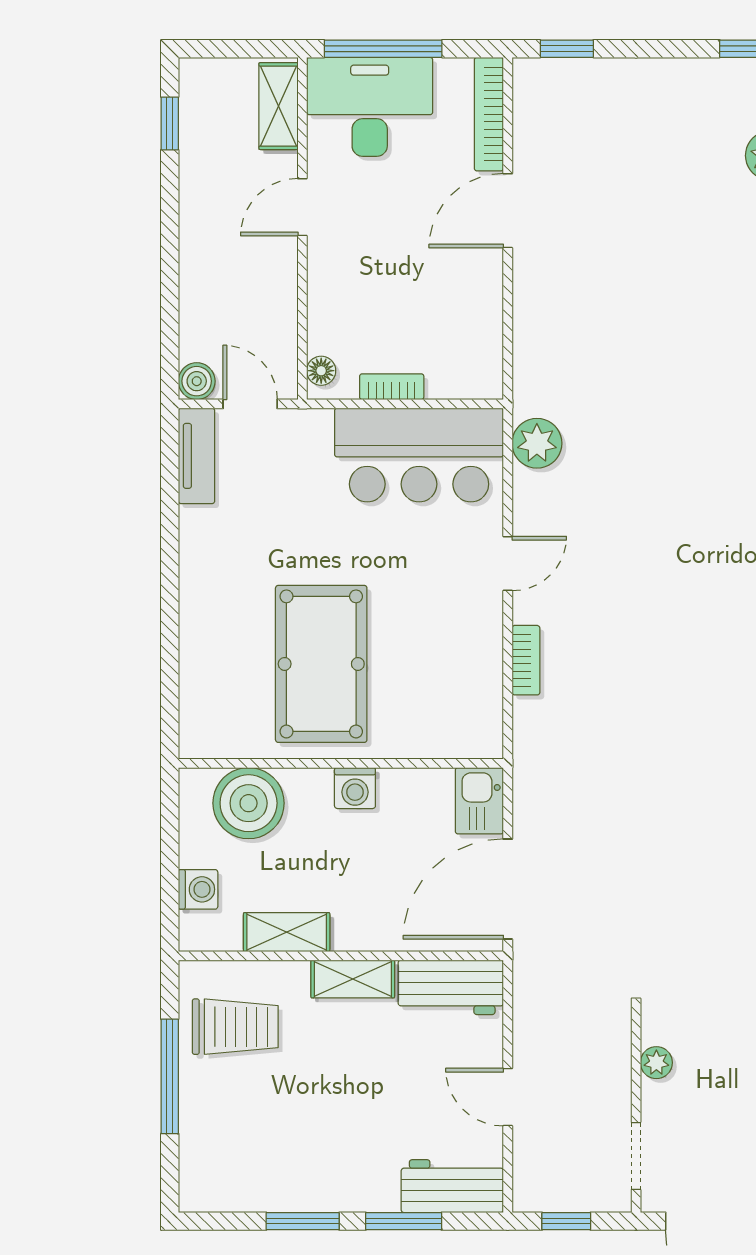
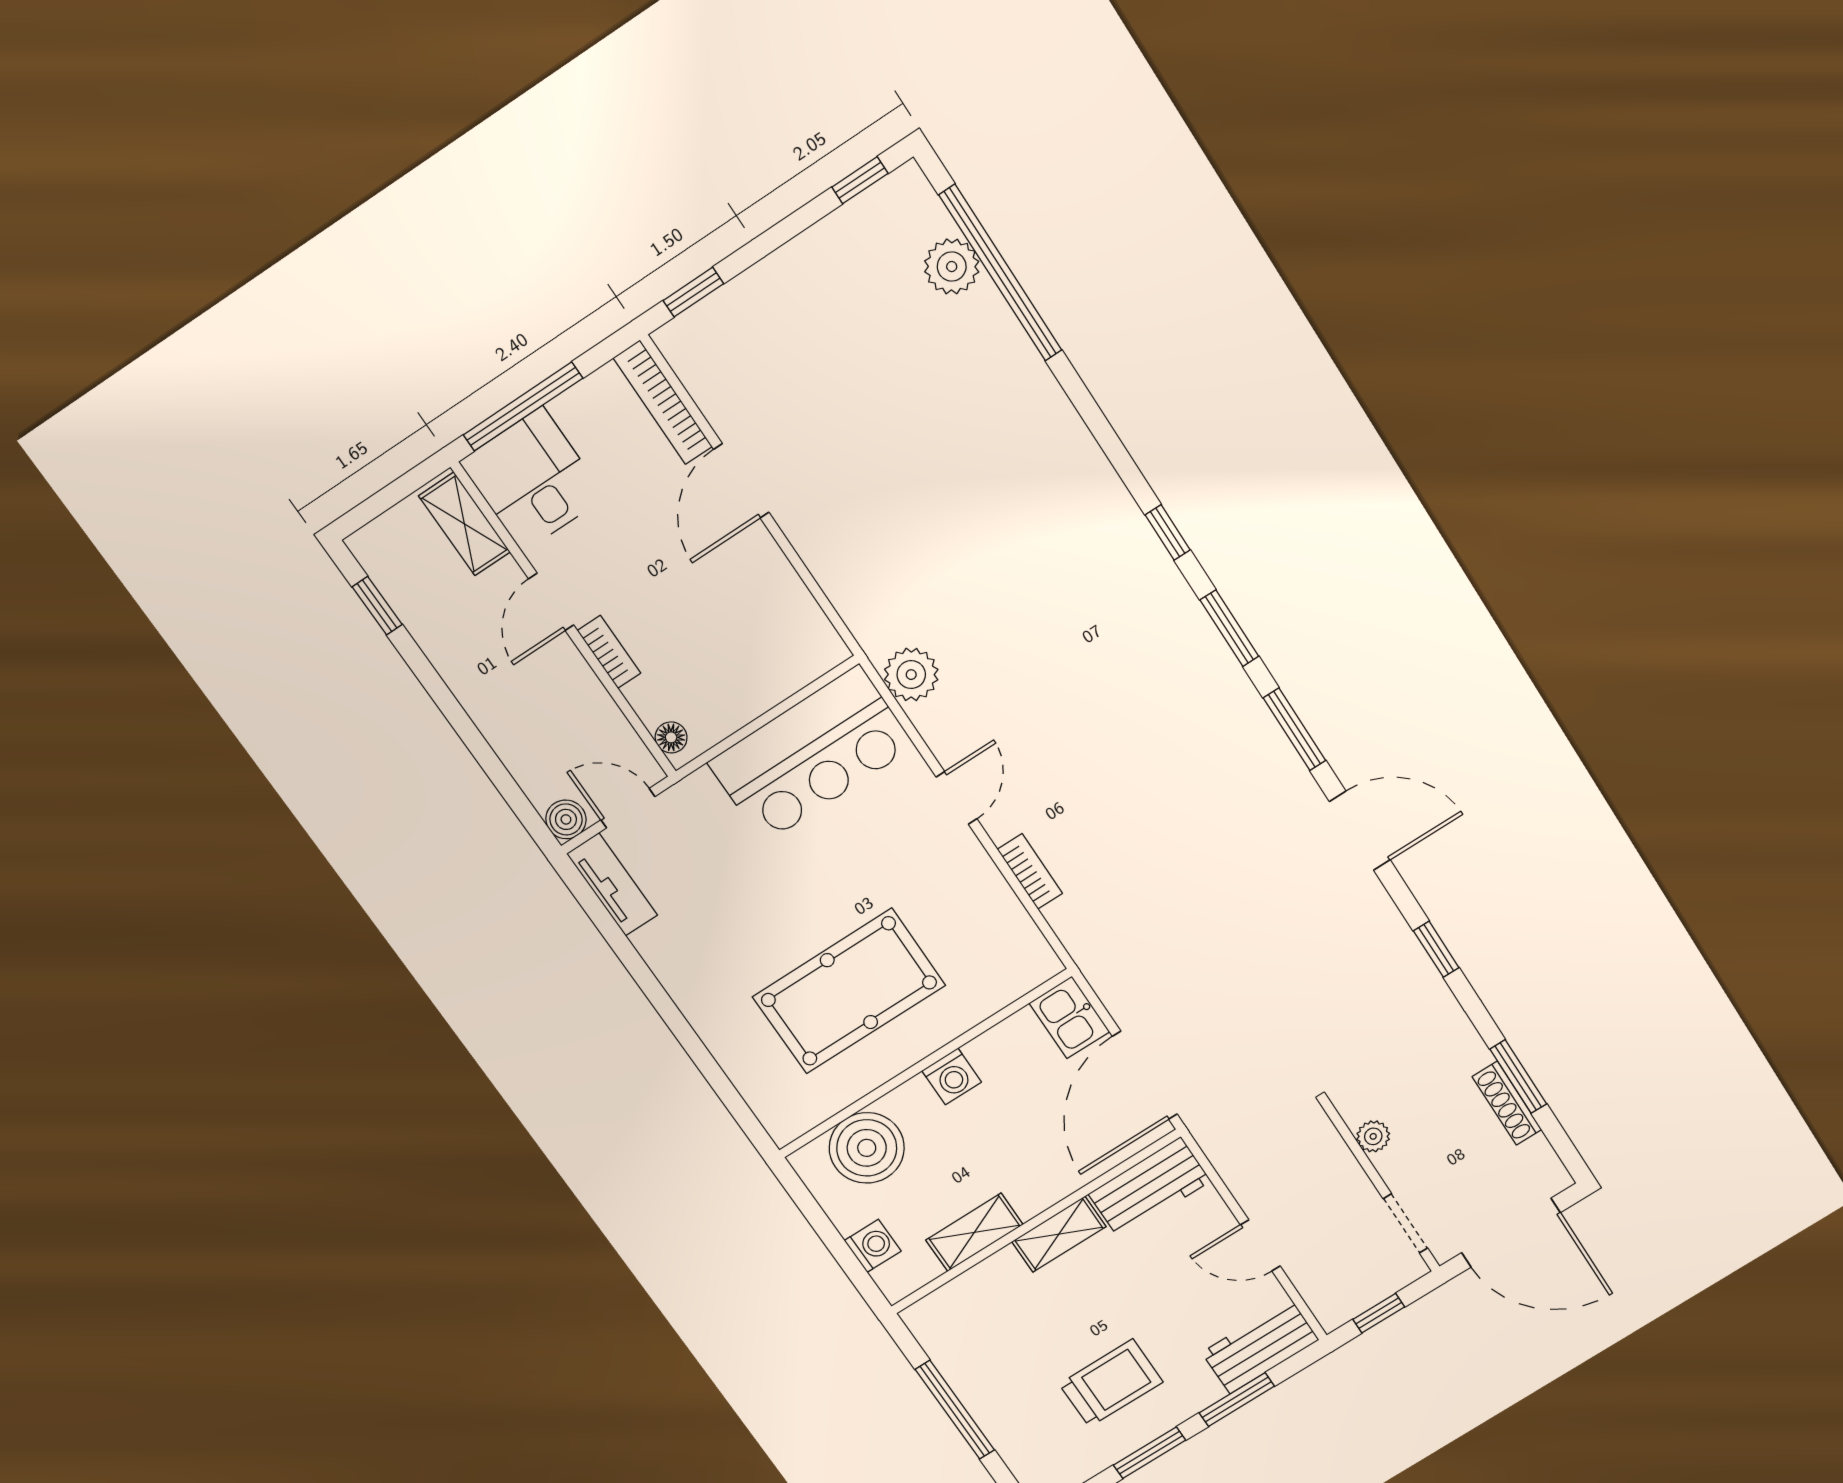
desk: (370, 107) -> (533, 479), width x0.73
bookcase: (392, 387) -> (609, 652), moved, turned 90
pool table: (321, 664) -> (849, 991), turned 90
trolley: (235, 1027) -> (1111, 1383), moved

